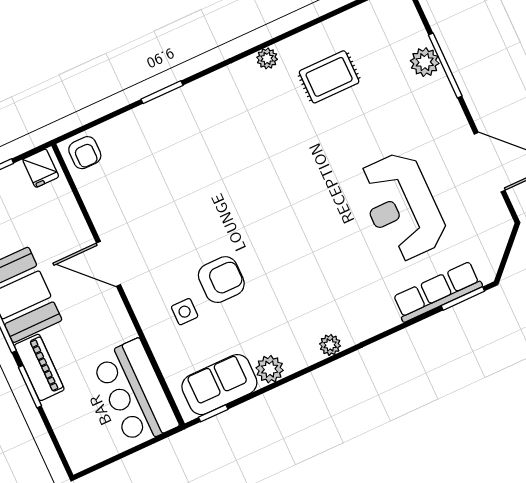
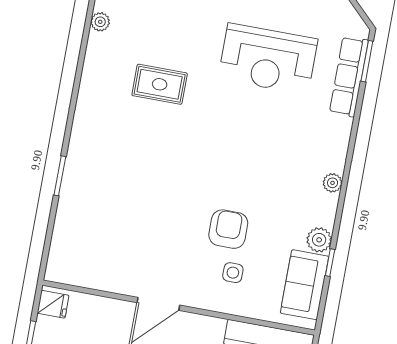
plant: (267, 58) -> (100, 22), moved
rug: (329, 77) -> (160, 84), moved, turned 90
armchair: (85, 153) -> (64, 264), removed
window: (213, 413) -> (330, 263), moved

